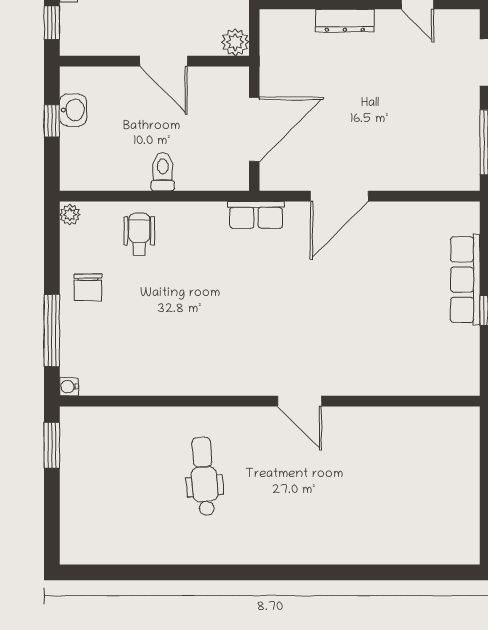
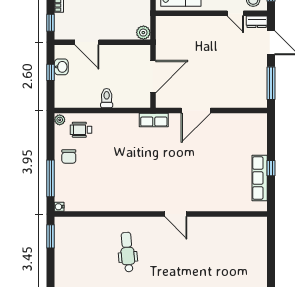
dresser: (345, 21) -> (257, 22), moved, width x0.70
door: (163, 61) -> (87, 42), moved
wheelchair: (139, 234) -> (81, 130), moved, turned -90
row of seats: (465, 280) -> (260, 178), moved

